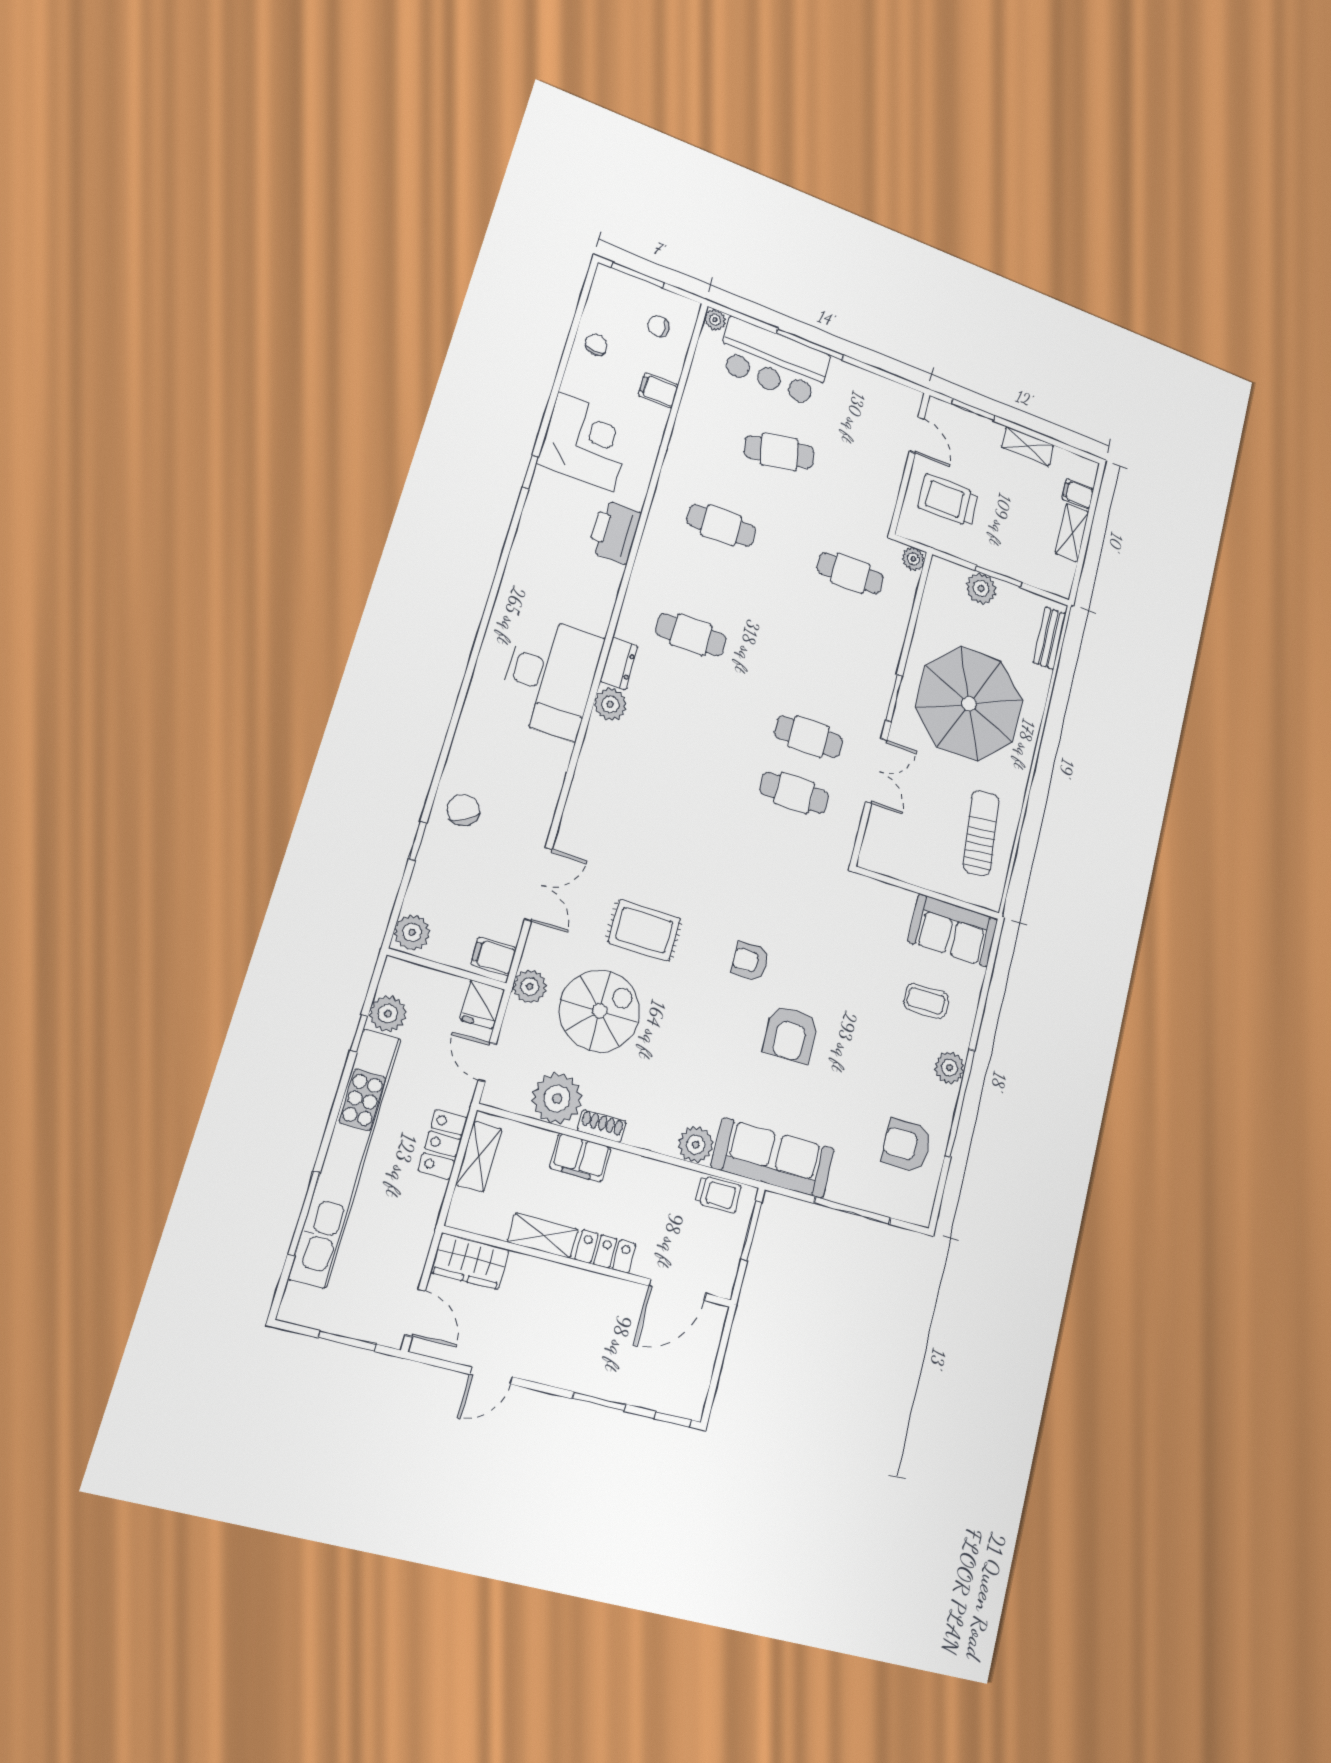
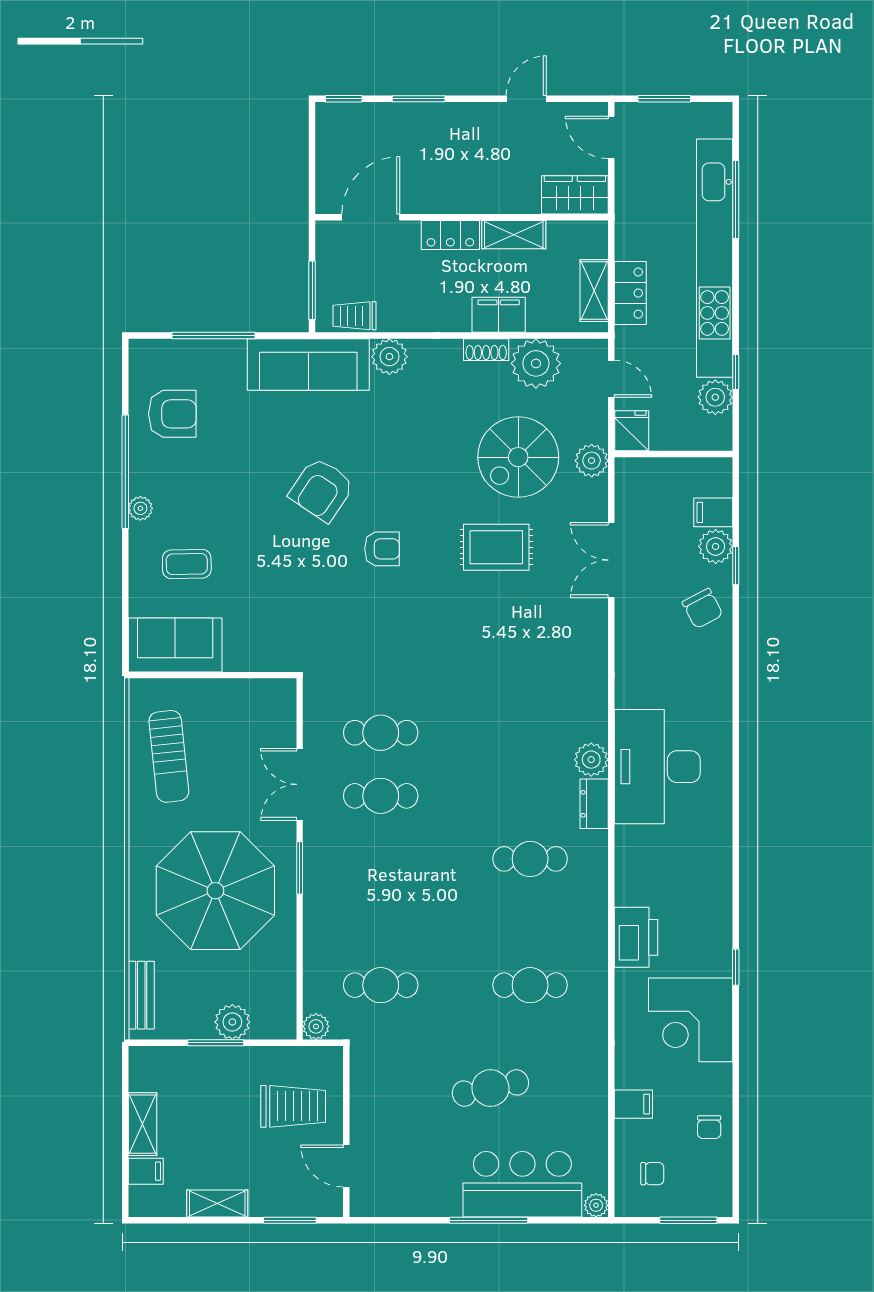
plant: (412, 932) -> (716, 546), moved
filing cabinet: (494, 957) -> (713, 512), moved, turned 180
armchair: (791, 1034) -> (322, 490), turned -146
plant: (950, 1068) -> (140, 508), width x0.73, depth x0.73

